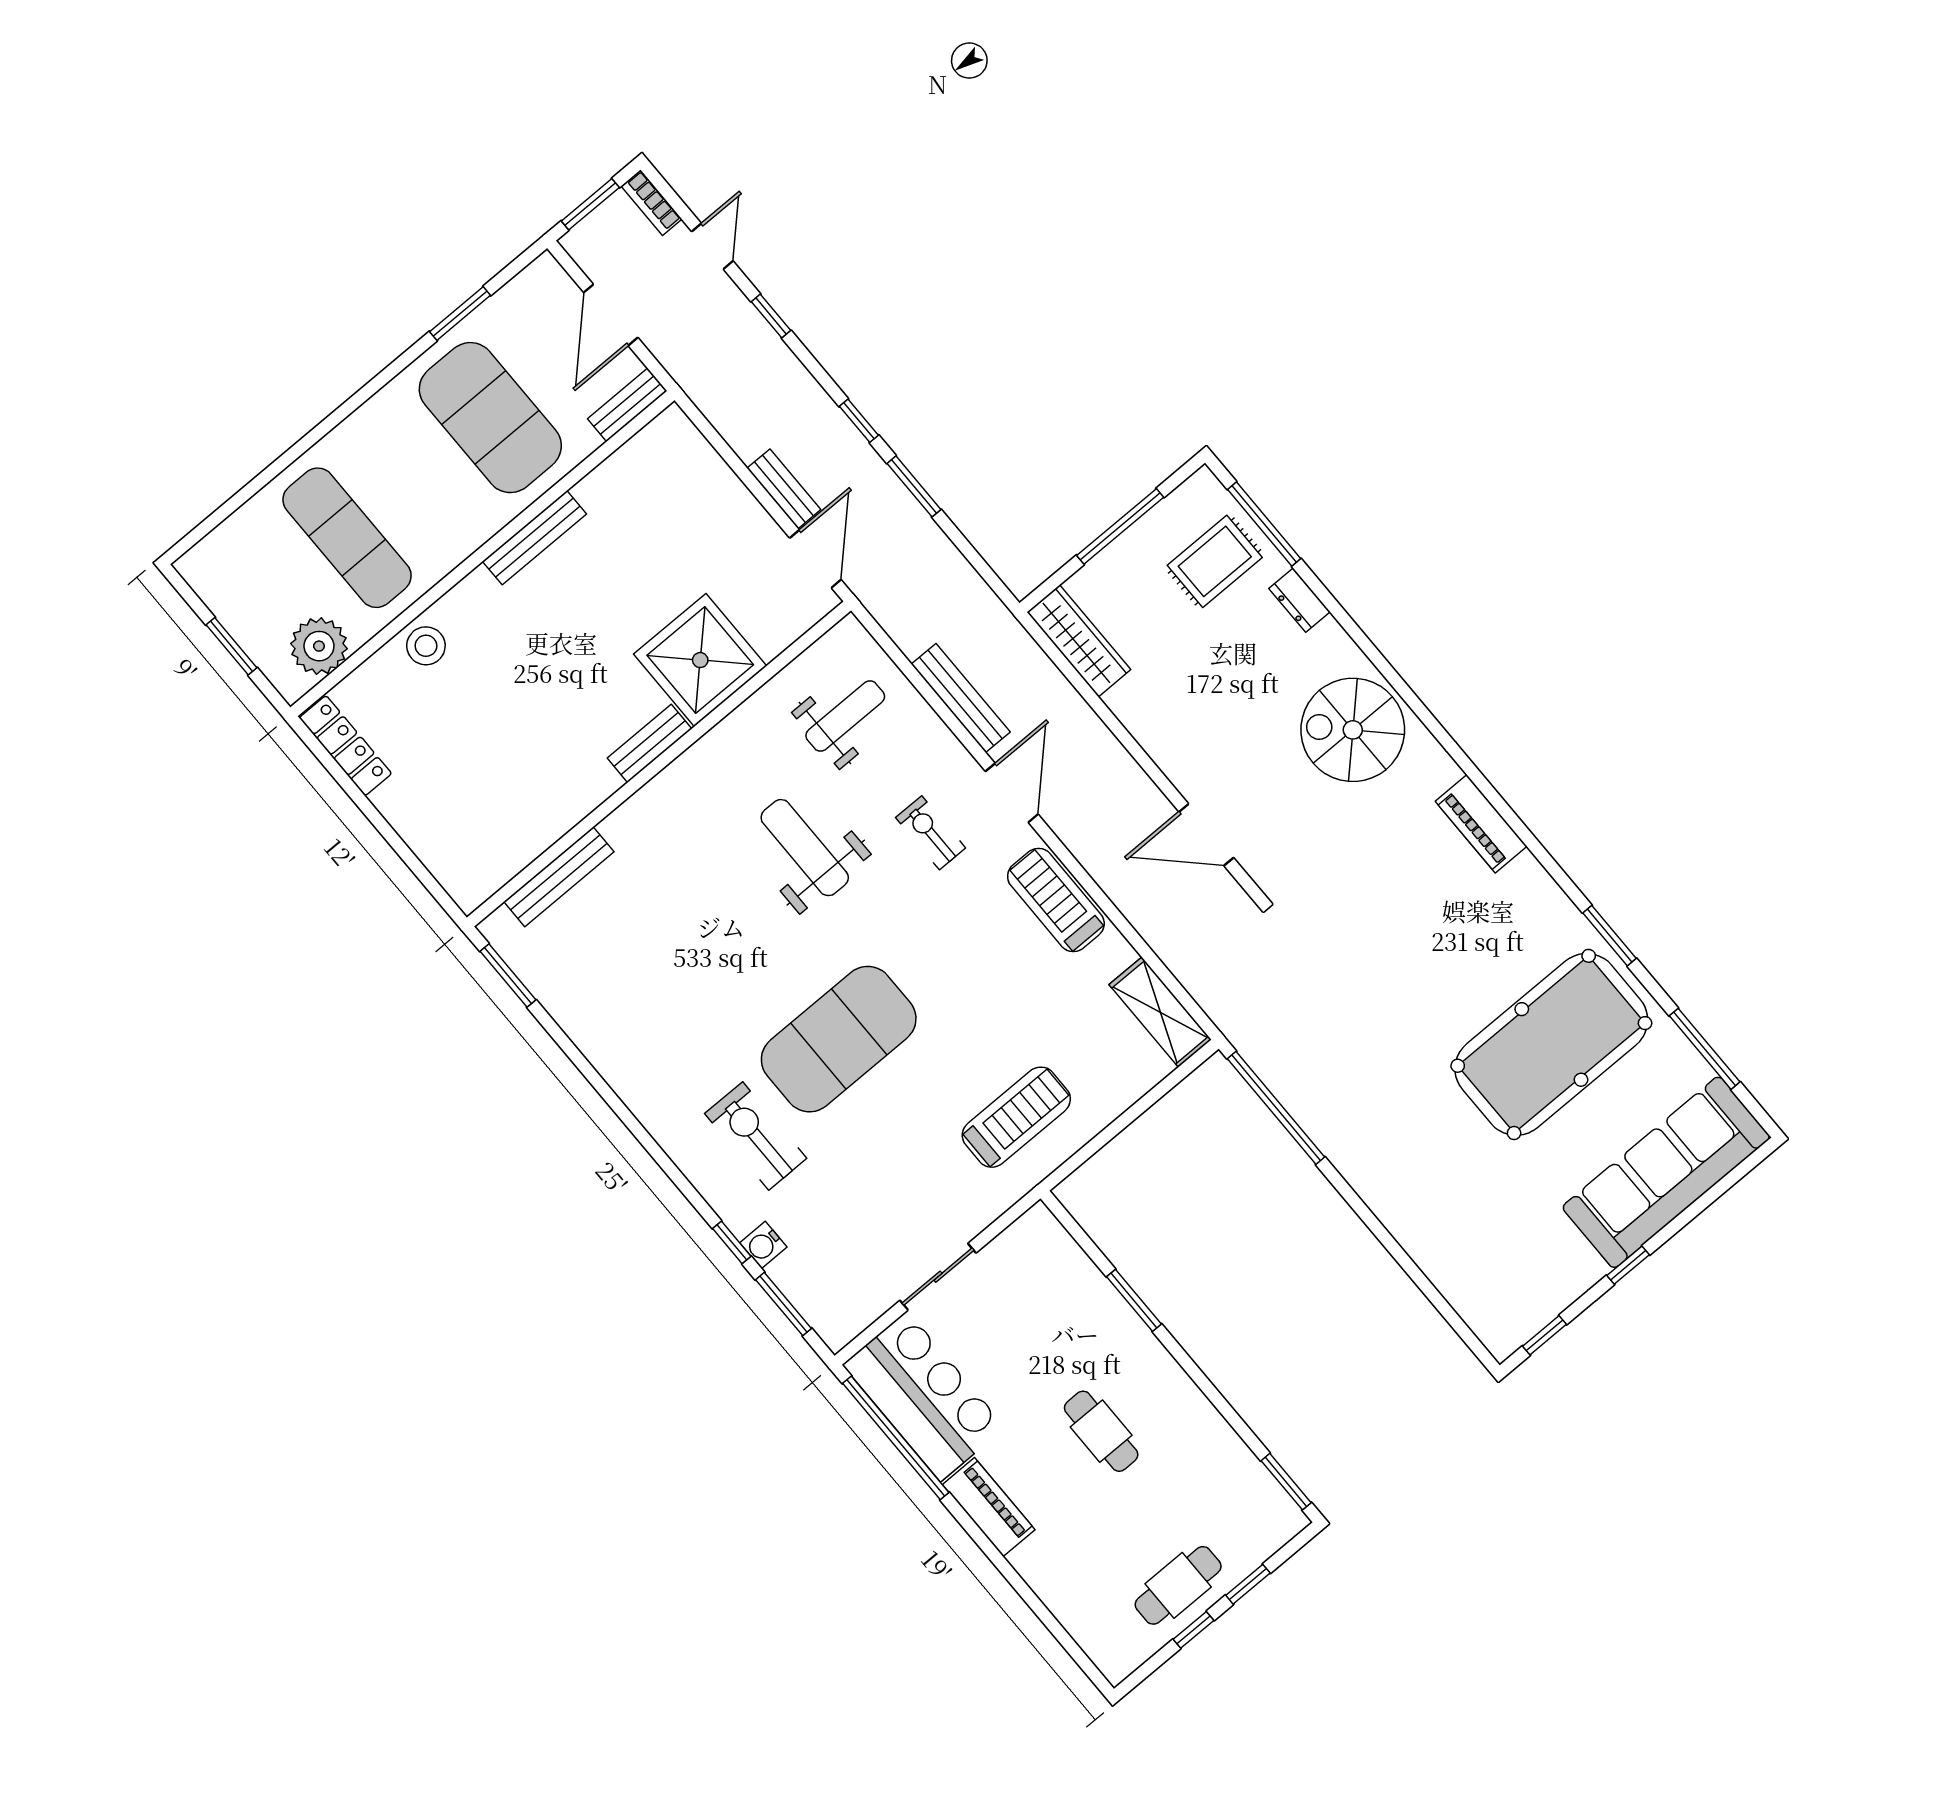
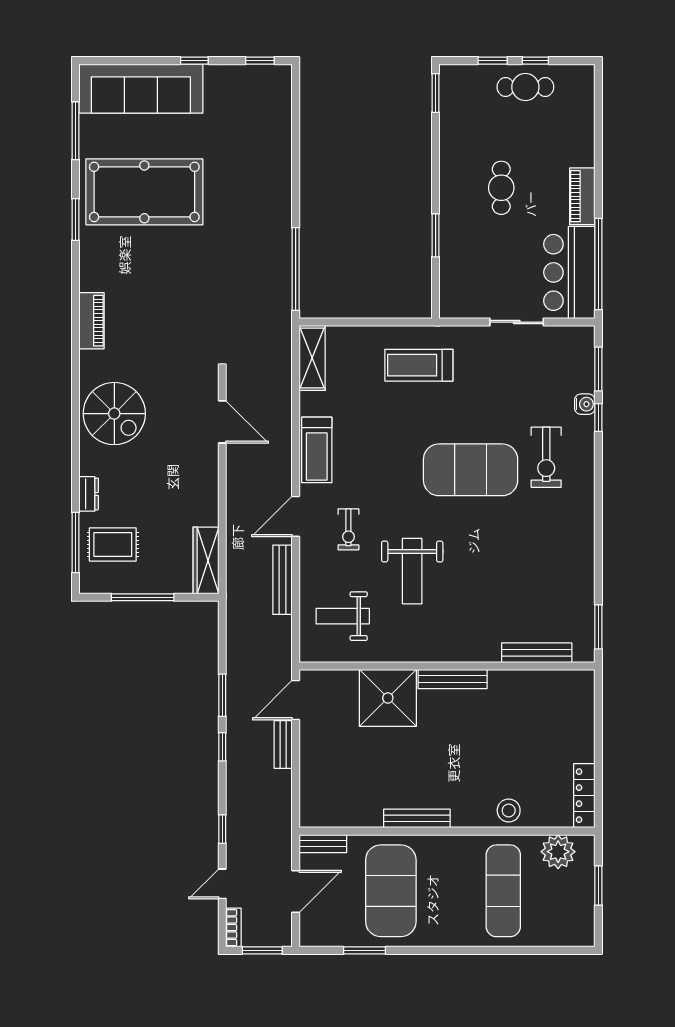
bench: (650, 743) -> (453, 679), width x1.36

